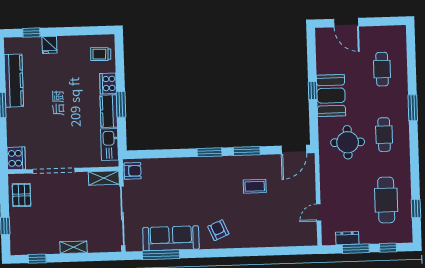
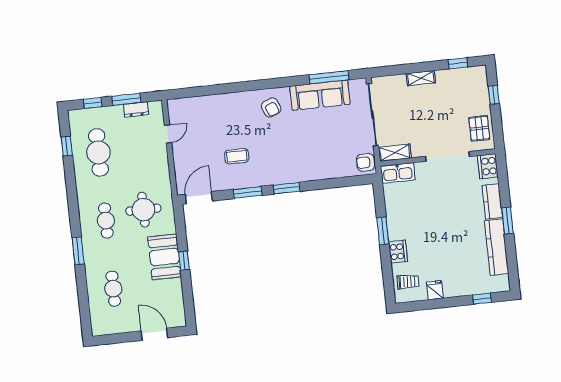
fridge: (49, 45) -> (435, 290), moved
kitchen counter: (109, 111) -> (492, 201), moved, turned 180
kitchen sink: (110, 145) -> (398, 173), moved, turned 90

